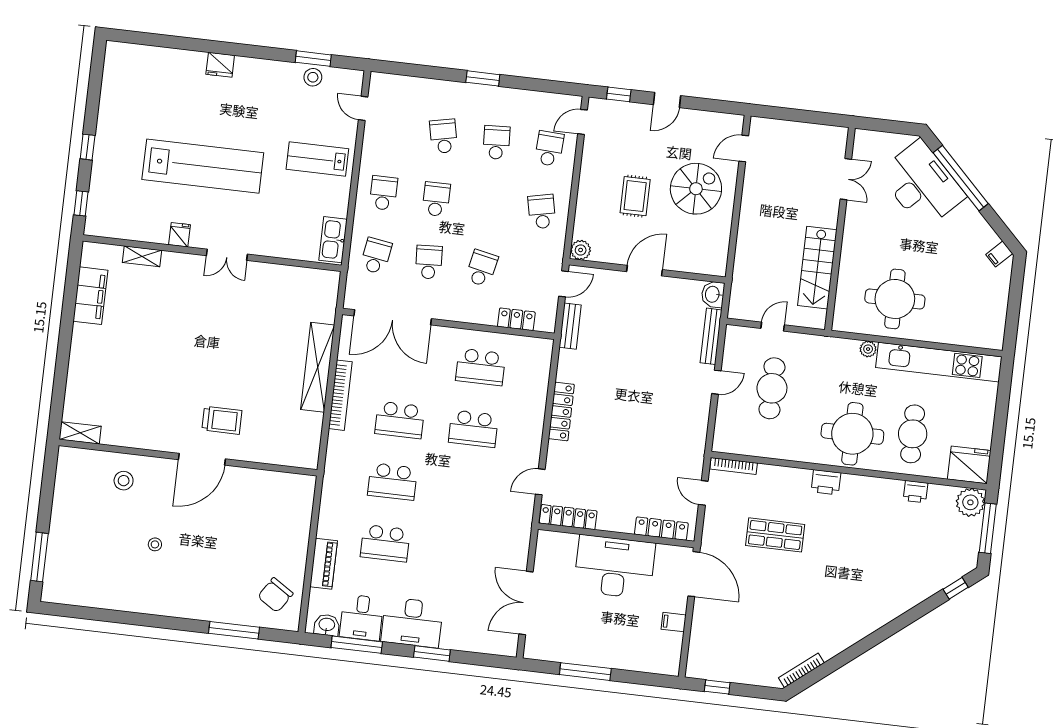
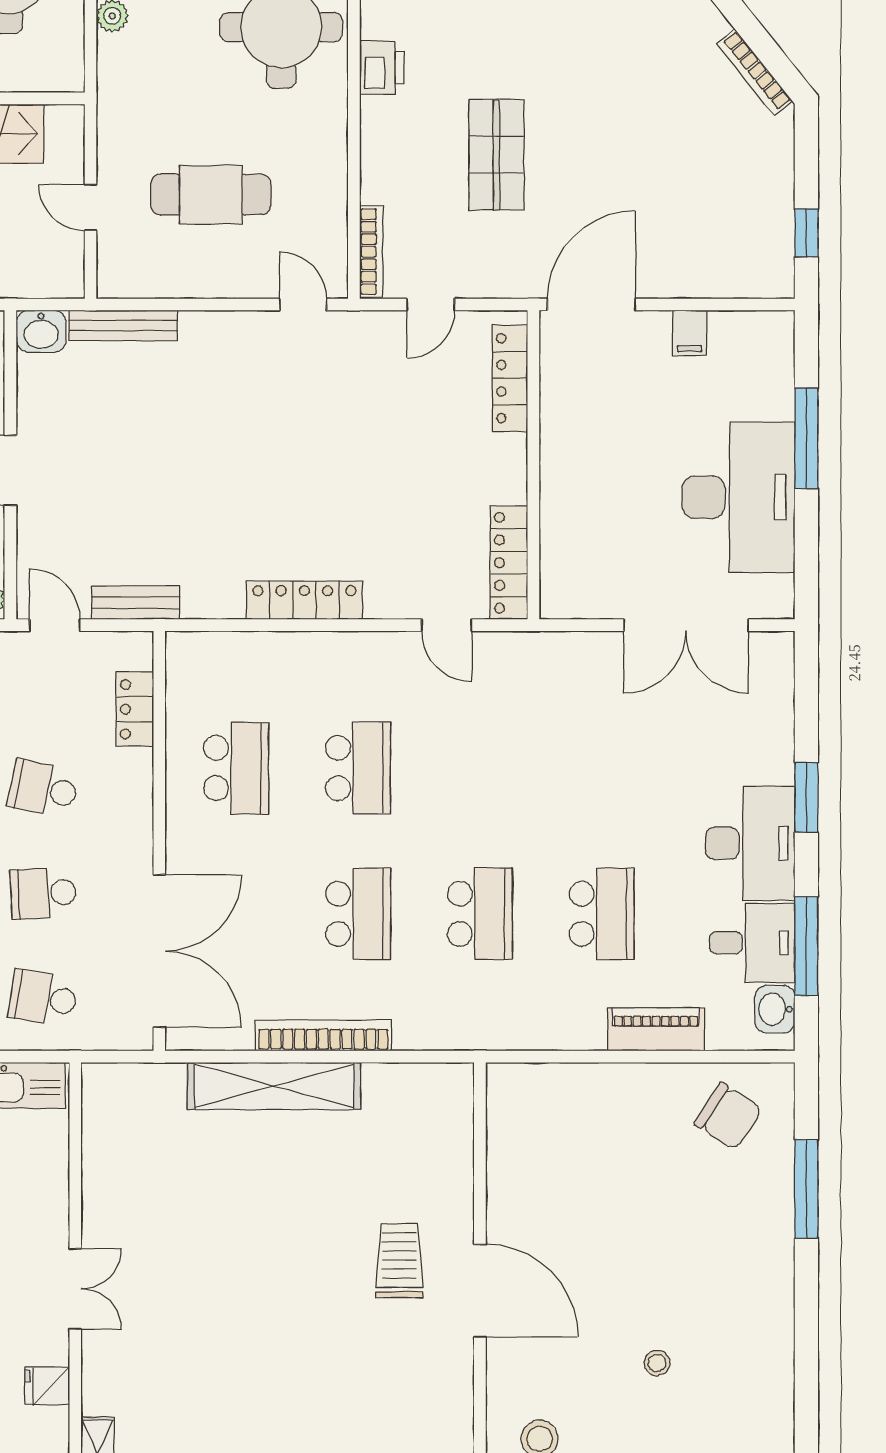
door: (716, 382) -> (303, 305), moved
desk: (615, 567) -> (739, 497), moved, turned 180
window: (585, 672) -> (806, 438), moved

